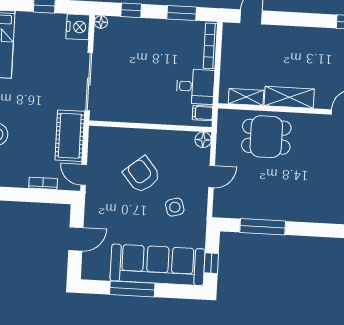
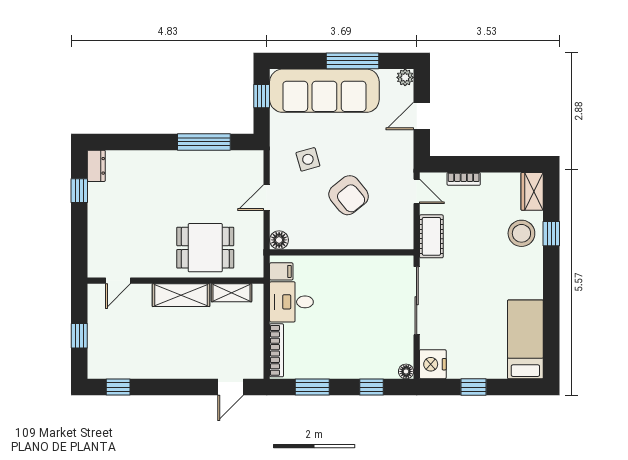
cot: (70, 136) -> (431, 236), width x0.73, depth x0.75
plant: (88, 272) -> (405, 77), added

